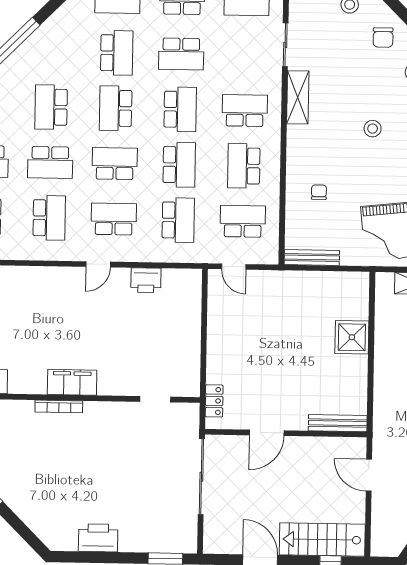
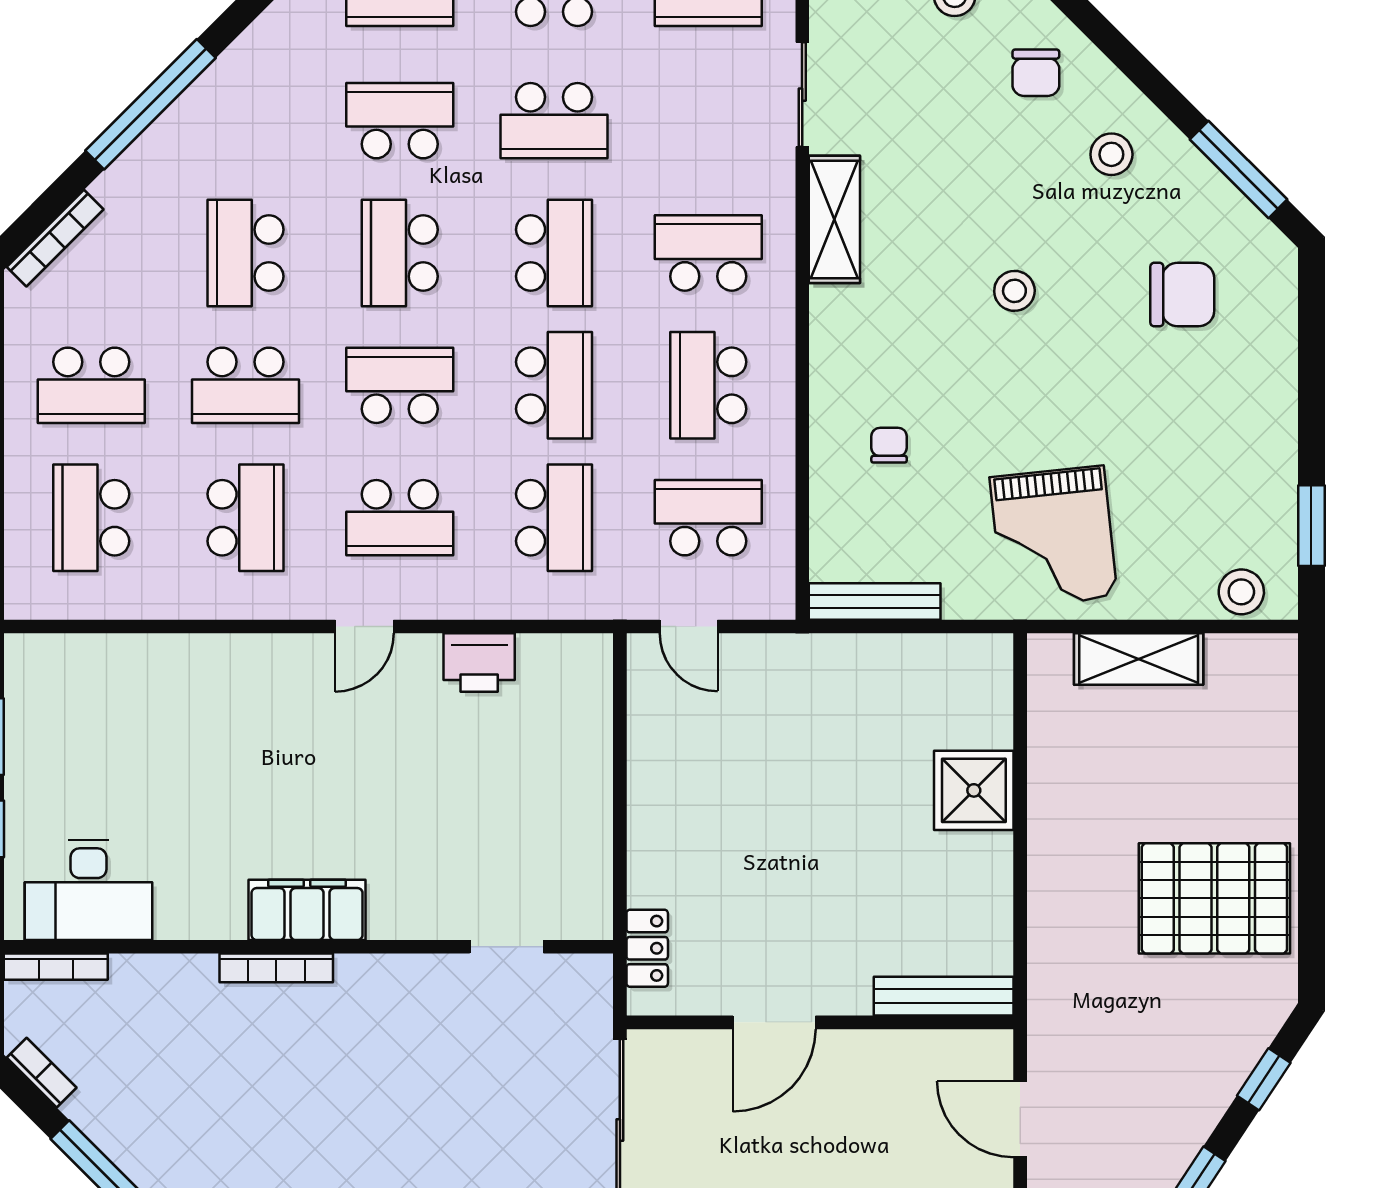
school desk: (117, 53) -> (400, 121), turned -90
school desk: (114, 219) -> (400, 518), turned 180

